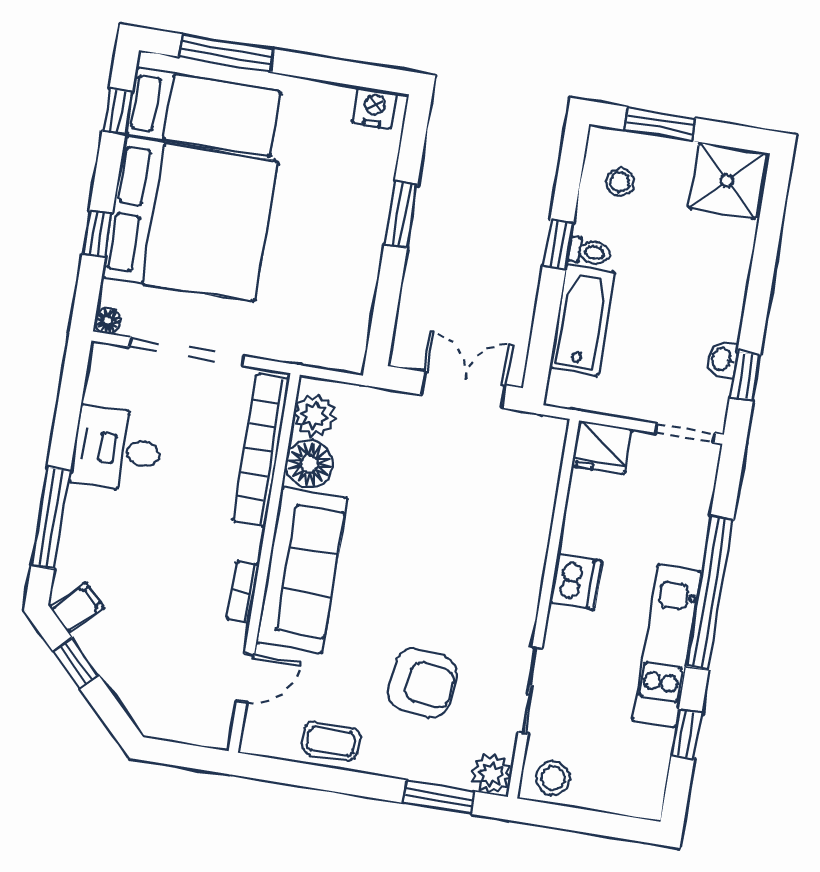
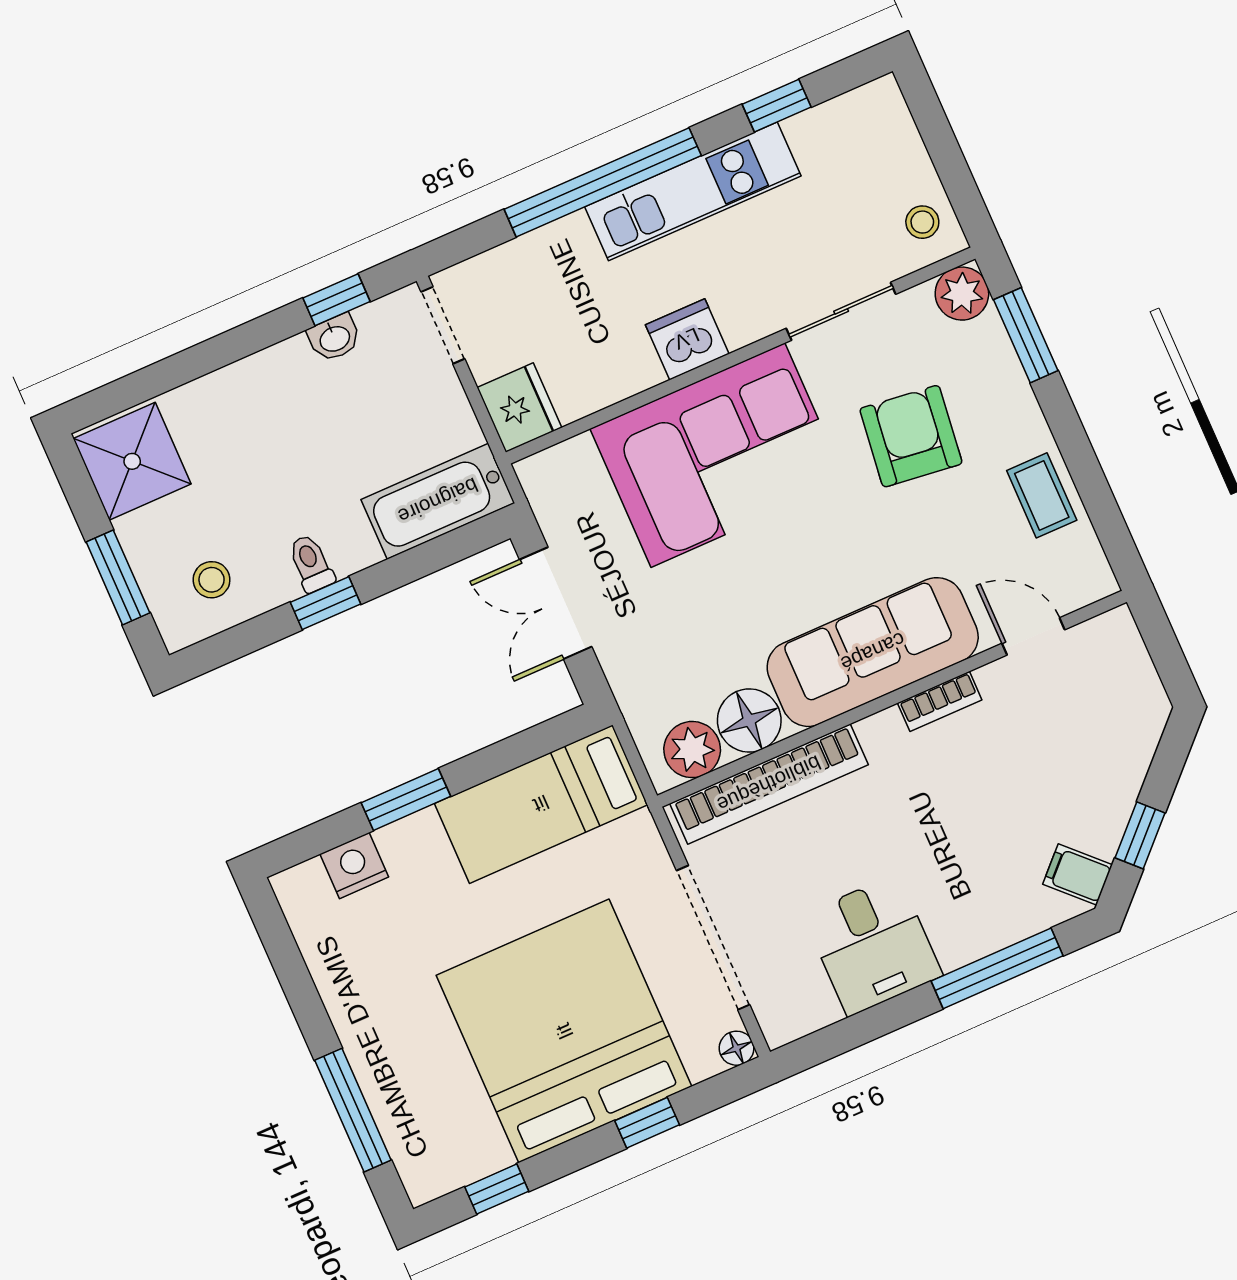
nightstand: (374, 107) -> (354, 866), moved, turned 90
bed: (203, 112) -> (541, 804), moved, turned -90
bathtub: (582, 320) -> (438, 501), moved
corner sofa: (490, 553) -> (718, 455), added
stool: (553, 778) -> (922, 222), width x0.73, depth x0.73

